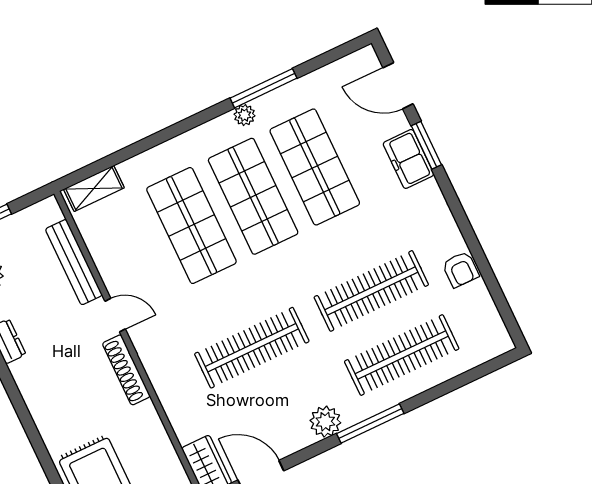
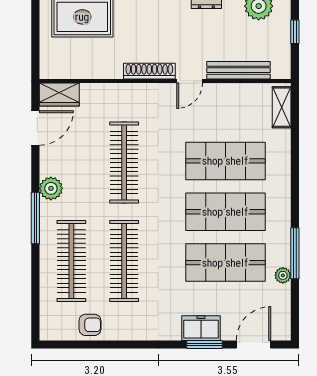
plant: (245, 115) -> (283, 275), moved
armchair: (461, 269) -> (90, 325), moved, turned 180

